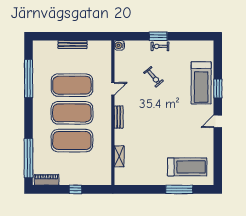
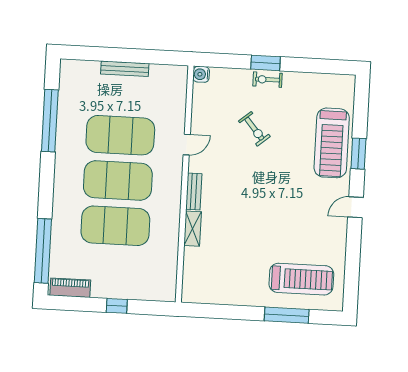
shelving: (119, 156) -> (193, 229), moved

